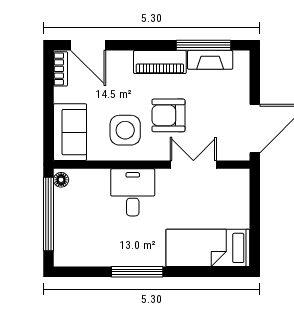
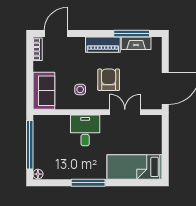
door: (88, 45) -> (56, 34), swing flipped
armchair: (168, 115) -> (109, 80), turned 90
side table: (125, 130) -> (80, 89), width x0.54, depth x0.54
floor lamp: (61, 180) -> (38, 174), moved

